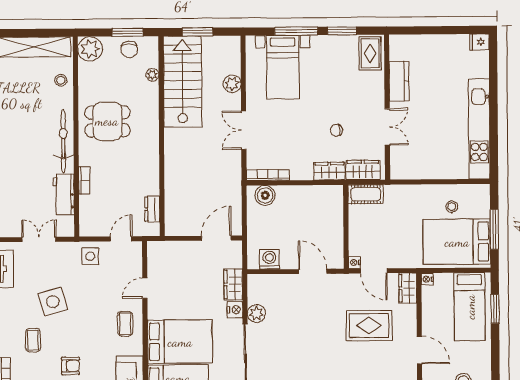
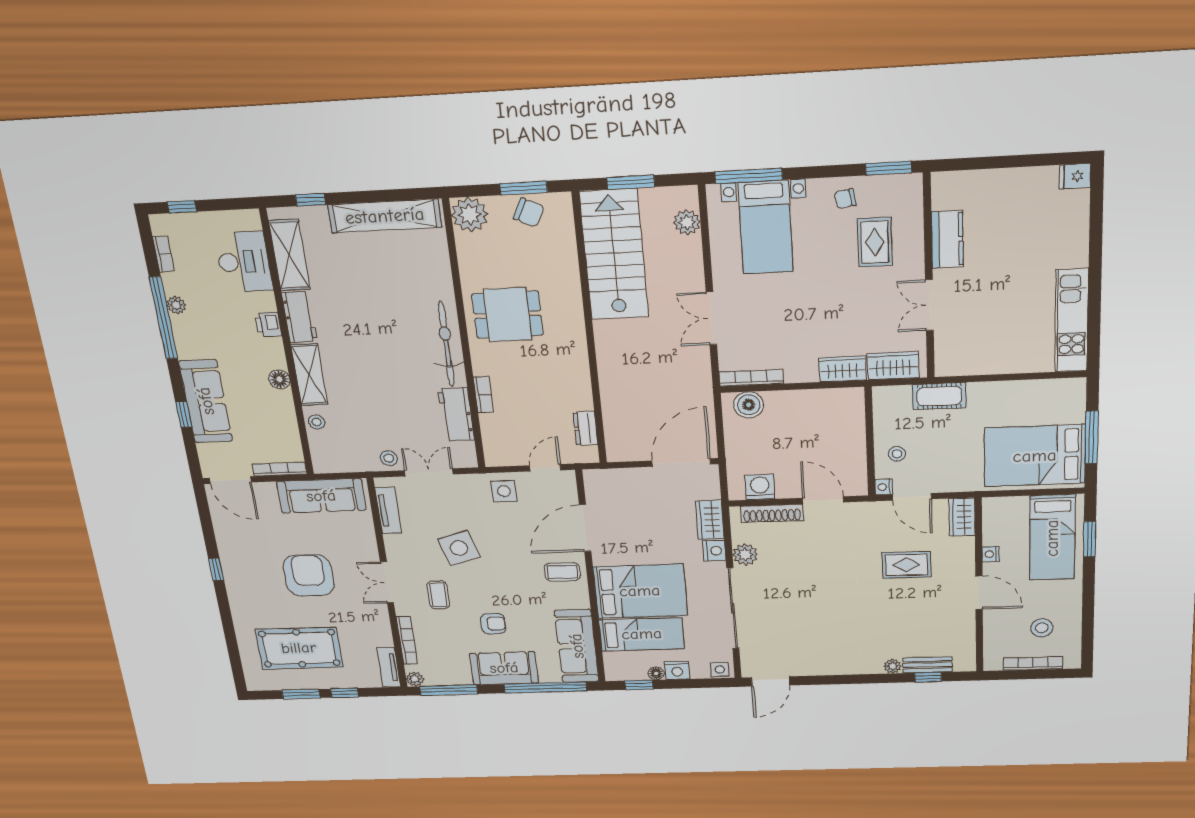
window: (296, 31) -> (749, 176), moved
window: (342, 31) -> (889, 168), moved
chair: (129, 49) -> (529, 213), turned -62
rug: (370, 53) -> (875, 242), moved
plant: (152, 75) -> (567, 247), removed
stool: (61, 80) -> (389, 458), moved
plant: (232, 84) -> (687, 222), moved
double door: (387, 127) -> (929, 305), swing flipped
kitchen unit: (479, 129) -> (1072, 321), width x0.73
chair: (336, 130) -> (845, 199), moved
cot: (366, 194) -> (939, 396), moved
stool: (452, 207) -> (897, 454), moved
door: (216, 238) -> (681, 463), width x1.36
nightstand: (427, 279) -> (991, 554), moved
shoe rack: (277, 281) -> (772, 513), added
door: (145, 288) -> (585, 528), width x1.87
coffee table: (125, 324) -> (562, 572), turned 90
rug: (369, 326) -> (906, 565), width x0.73, depth x0.70

